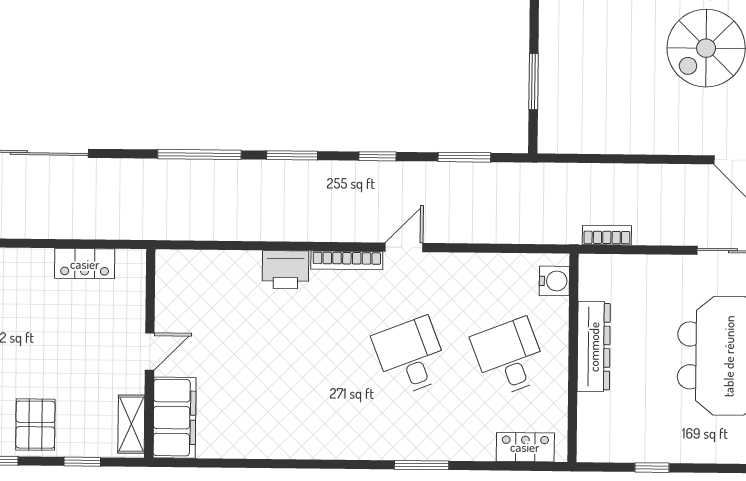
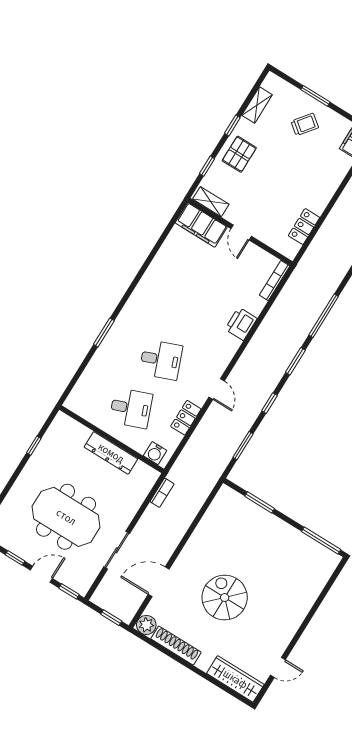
bookcase: (347, 260) -> (275, 280), moved
pallet: (35, 425) -> (239, 154), turned 90
locker: (525, 447) -> (186, 418), moved, turned 180

